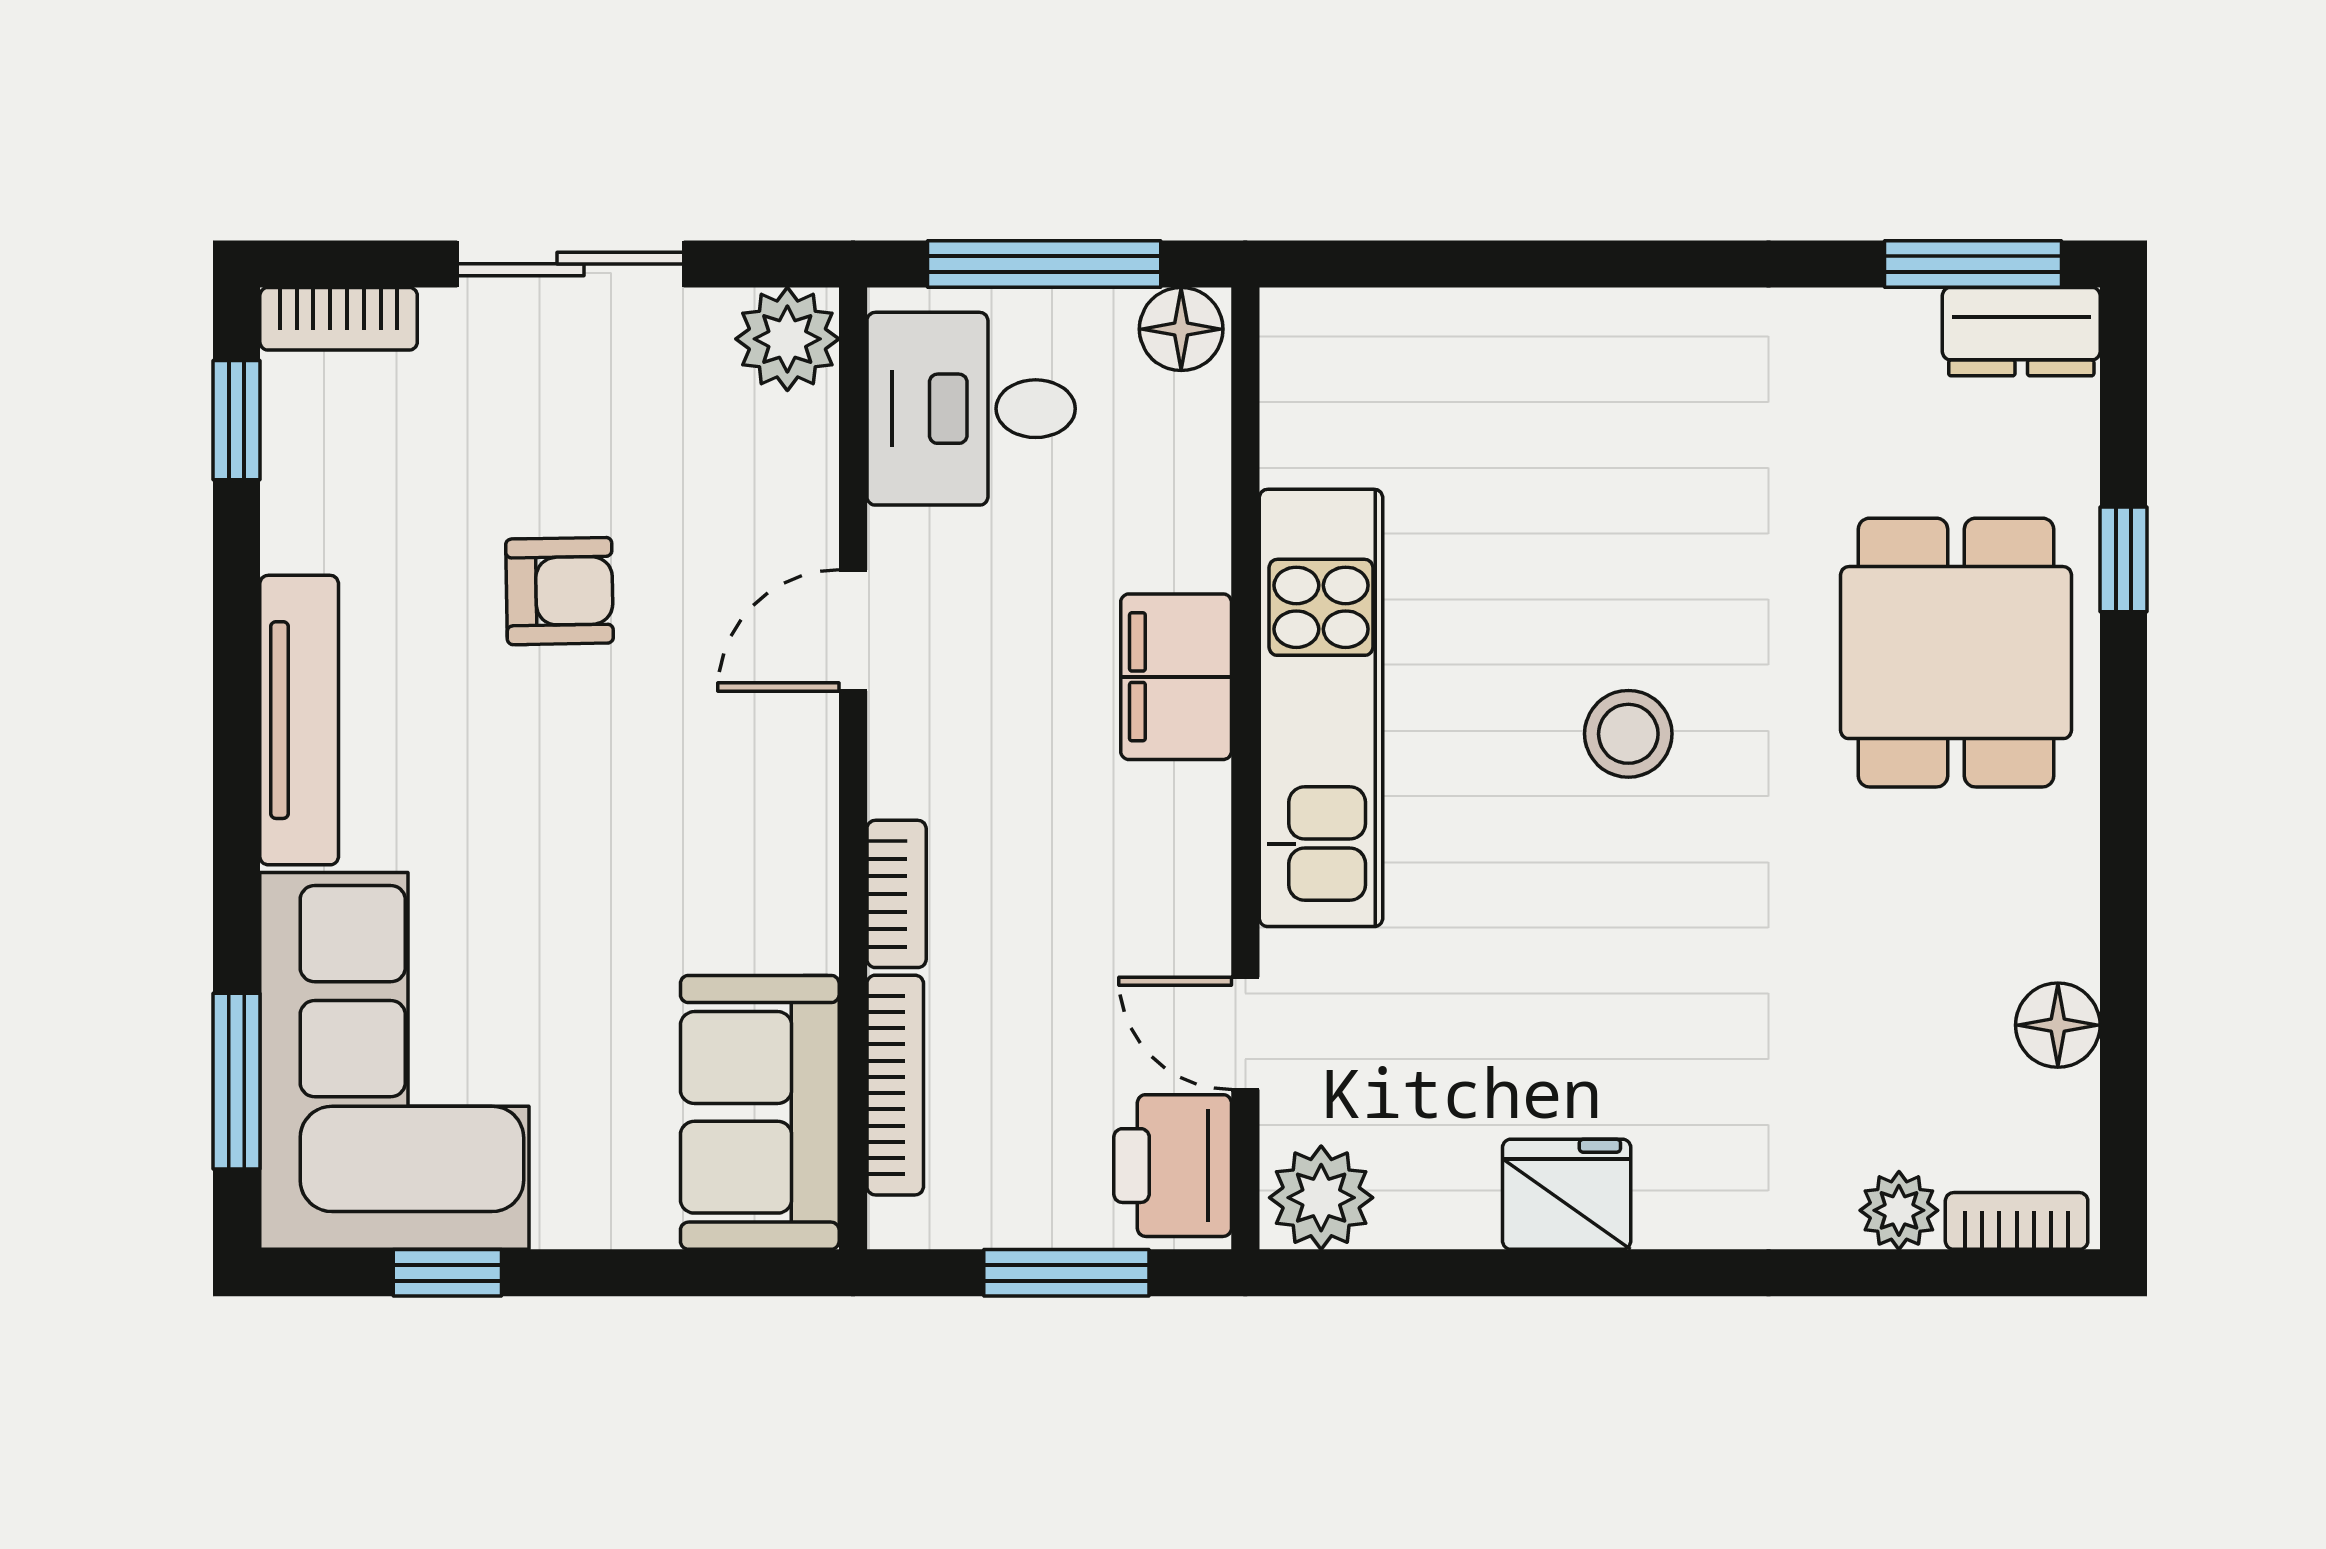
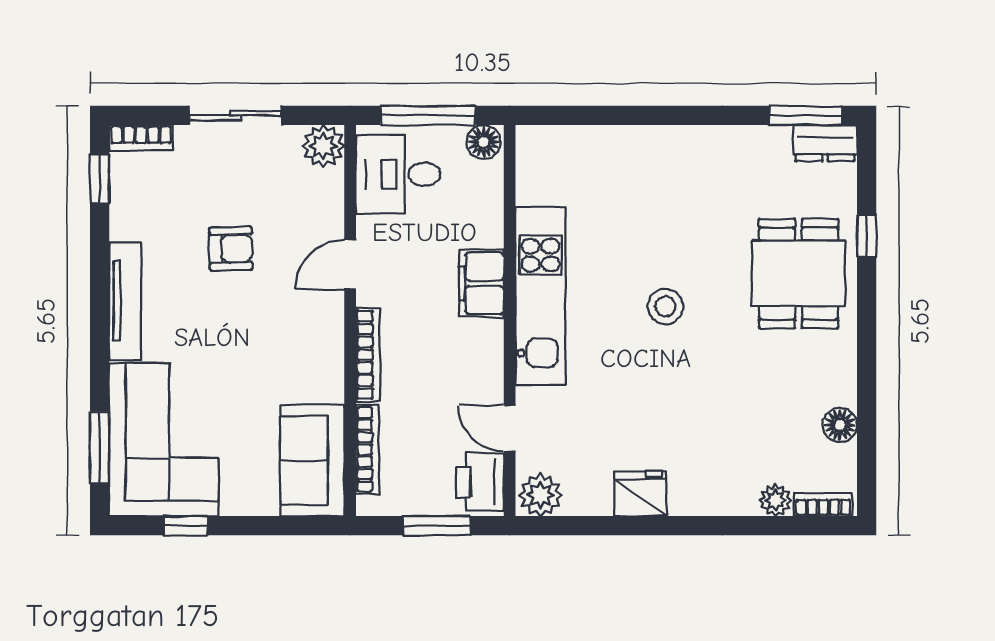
bookcase: (897, 894) -> (368, 355), width x1.56

